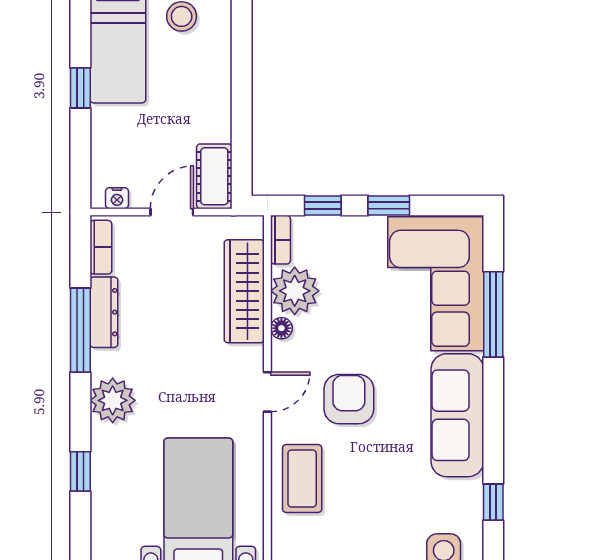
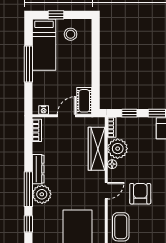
window: (80, 88) -> (28, 64), width x2.17
dresser: (104, 312) -> (38, 169), moved
window: (80, 330) -> (28, 189), moved

